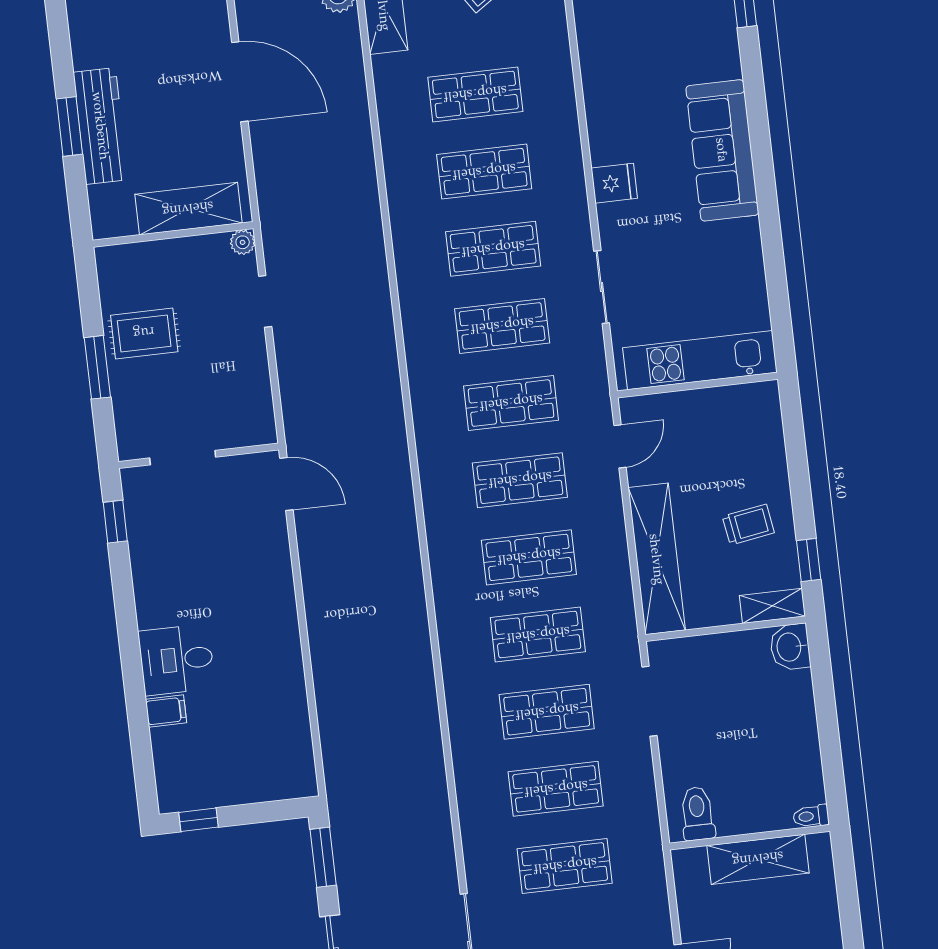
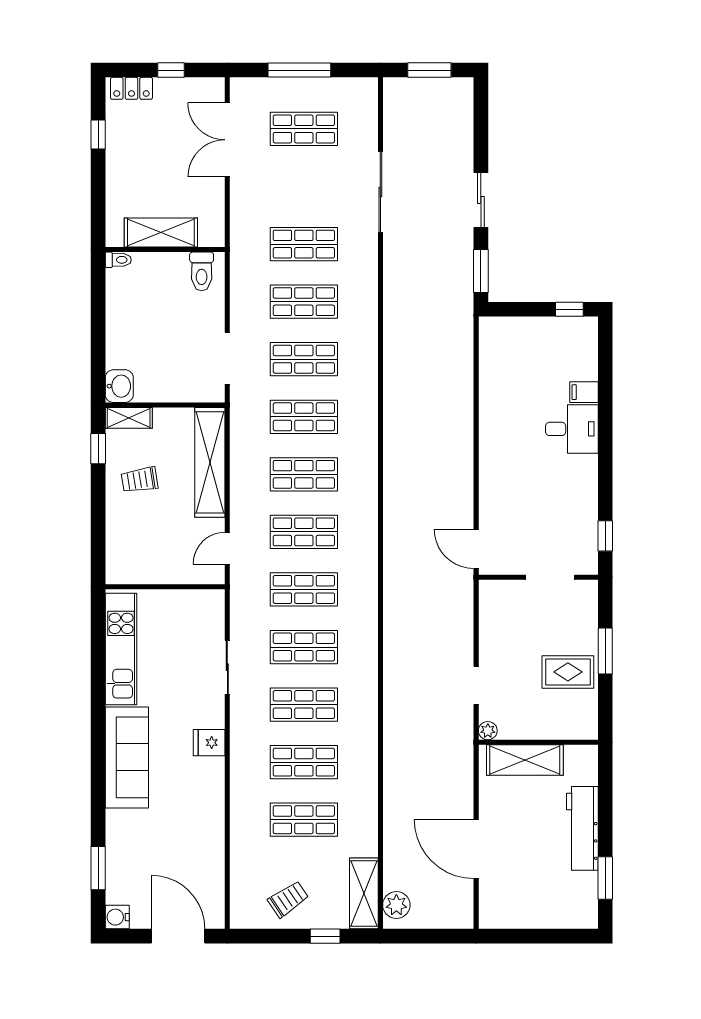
window: (70, 127) -> (605, 878), moved
kitchen unit: (700, 360) -> (121, 649), moved, turned -90

